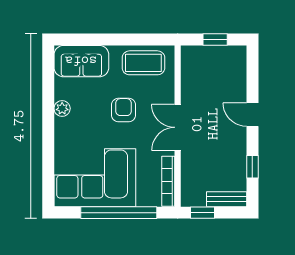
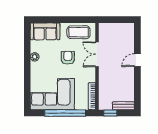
window: (215, 40) -> (117, 20), removed
door: (252, 115) -> (137, 60), hinge flipped
double door: (178, 127) -> (97, 54), moved
window: (252, 167) -> (137, 88), removed

